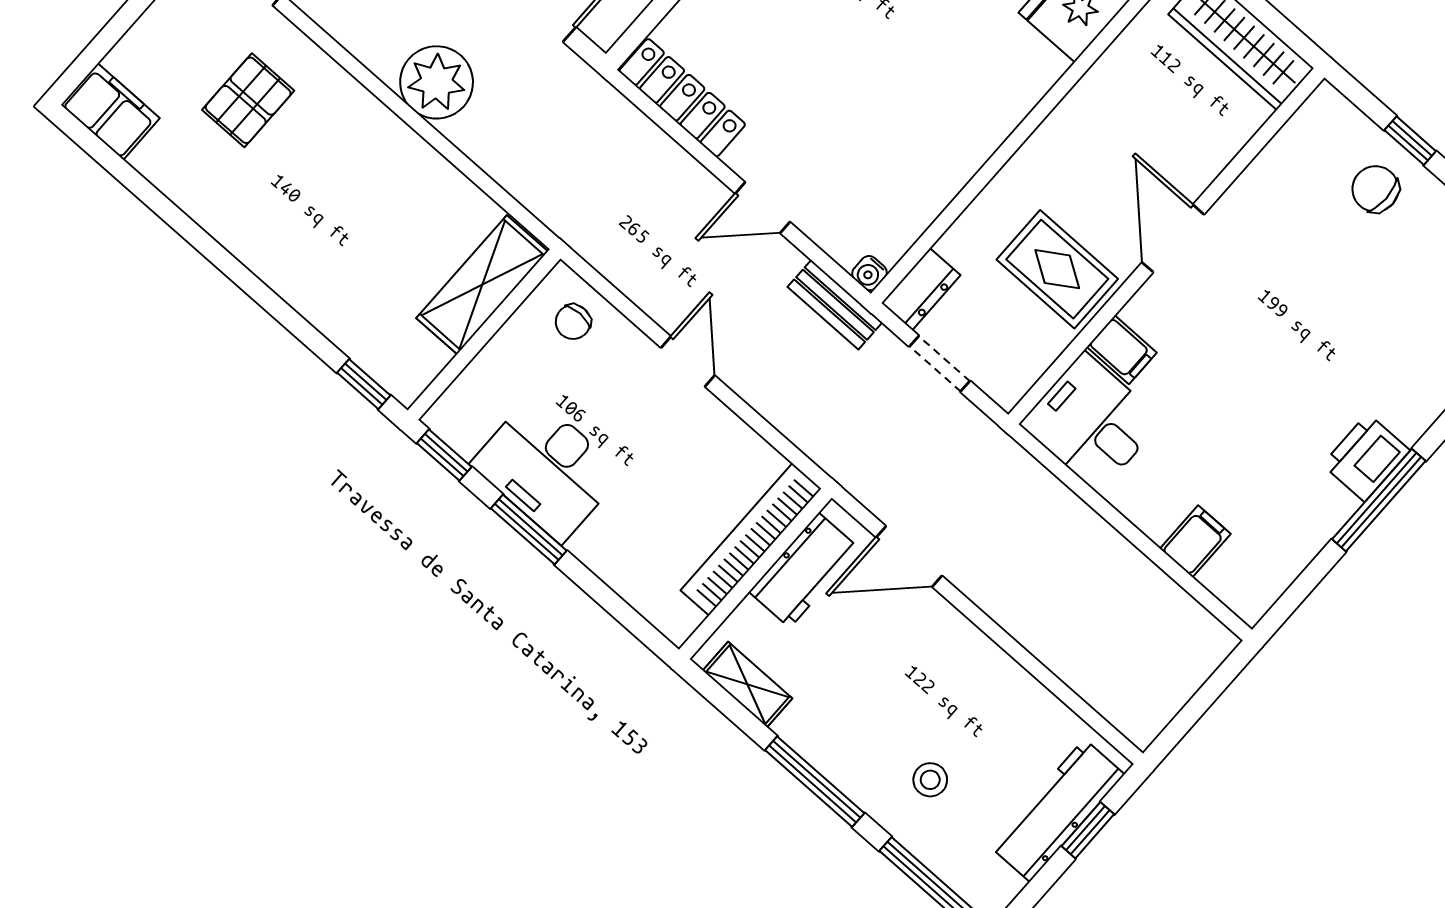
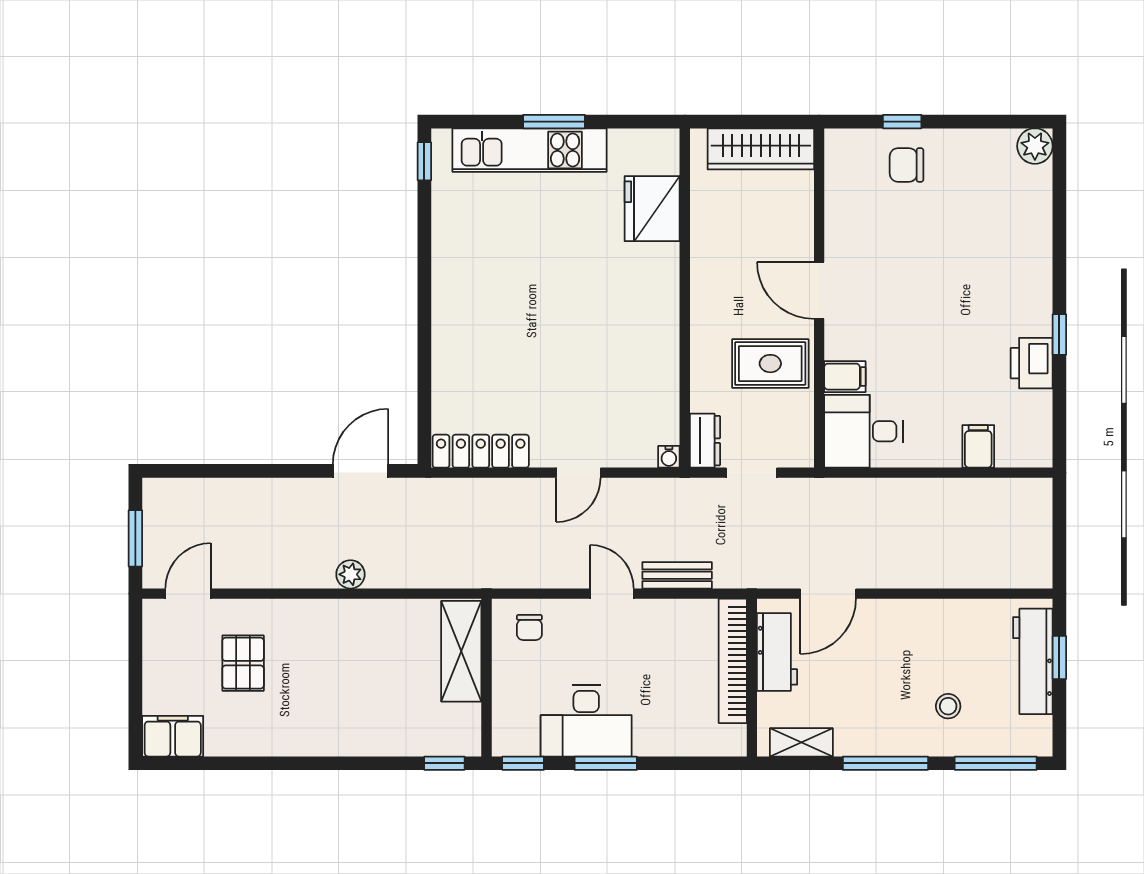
plant: (437, 82) -> (350, 574), width x0.53, depth x0.53
bench: (835, 305) -> (677, 575), moved
printer: (1366, 458) -> (1032, 363), moved
window: (1379, 500) -> (1059, 335), width x0.46

